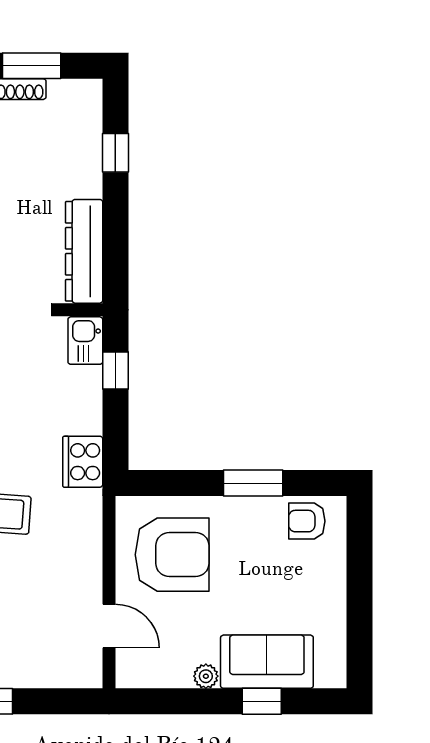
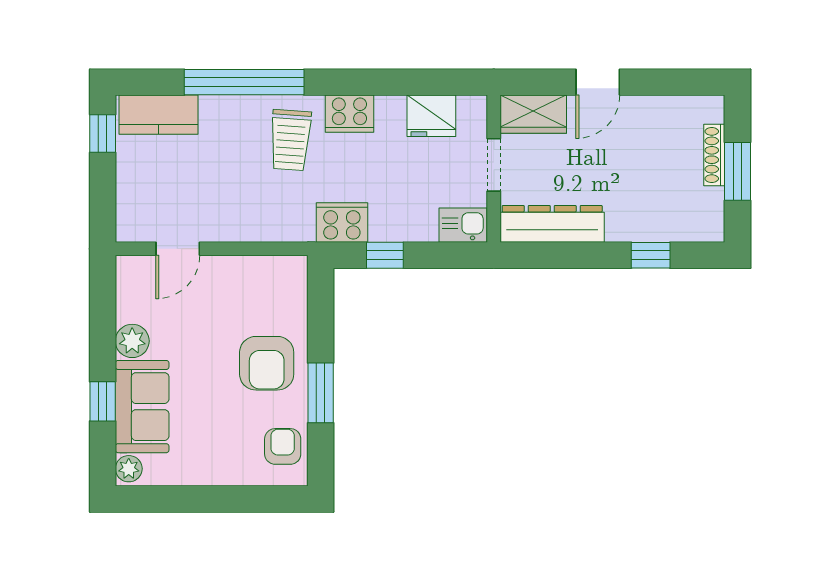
window: (115, 371) -> (385, 255), moved
armchair: (172, 555) -> (267, 363), moved, width x0.73, depth x0.73
plant: (329, 675) -> (129, 469), added
plant: (206, 676) -> (132, 341), width x1.38, depth x1.38

